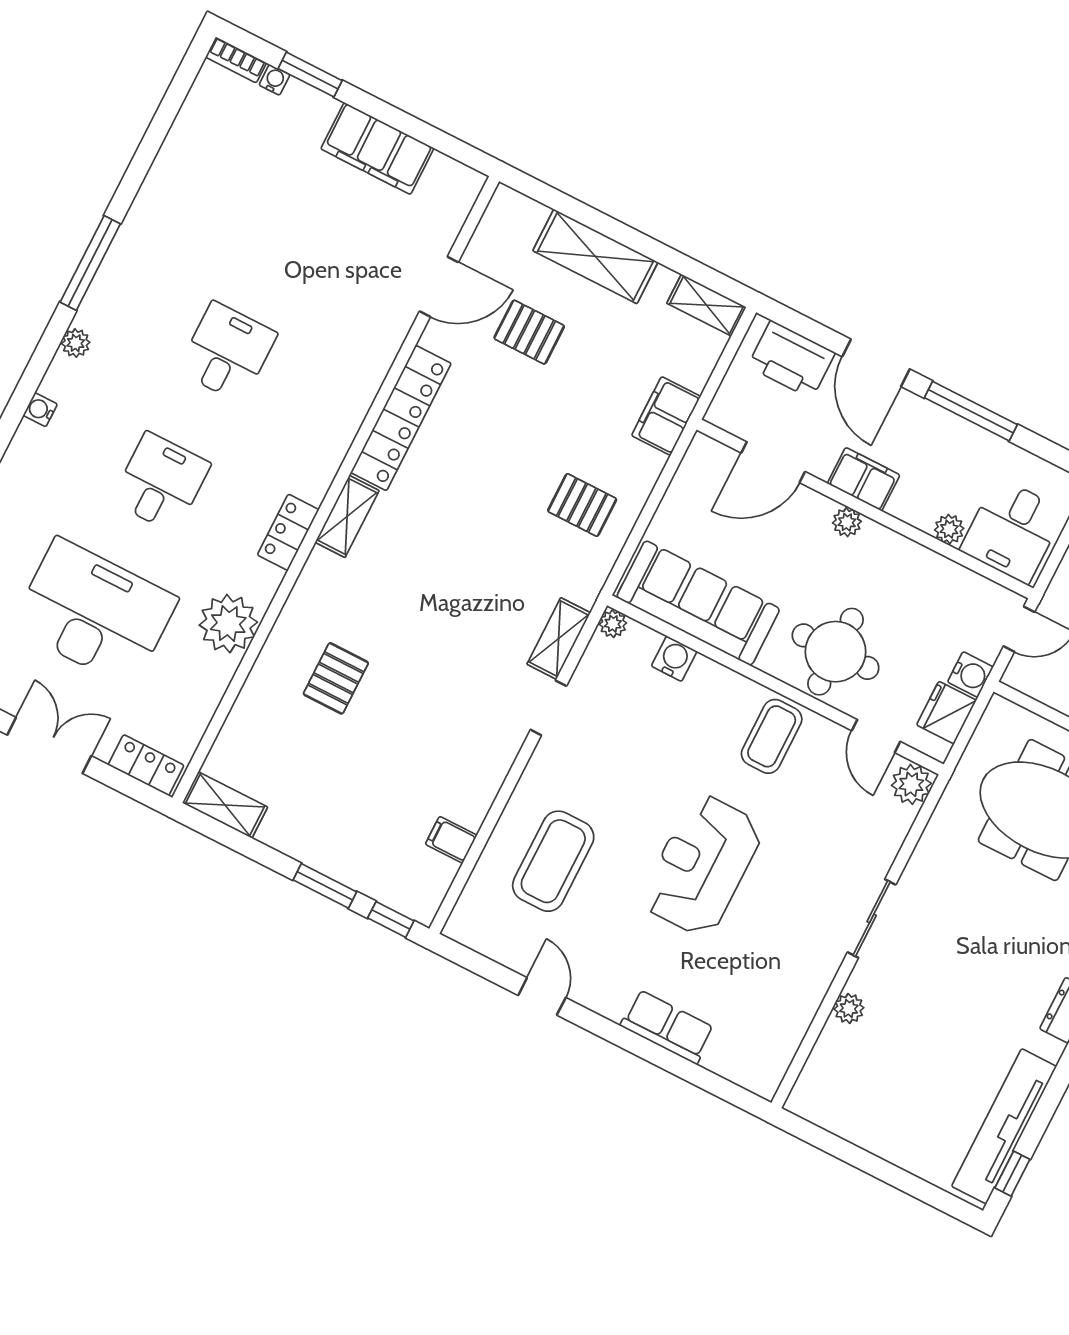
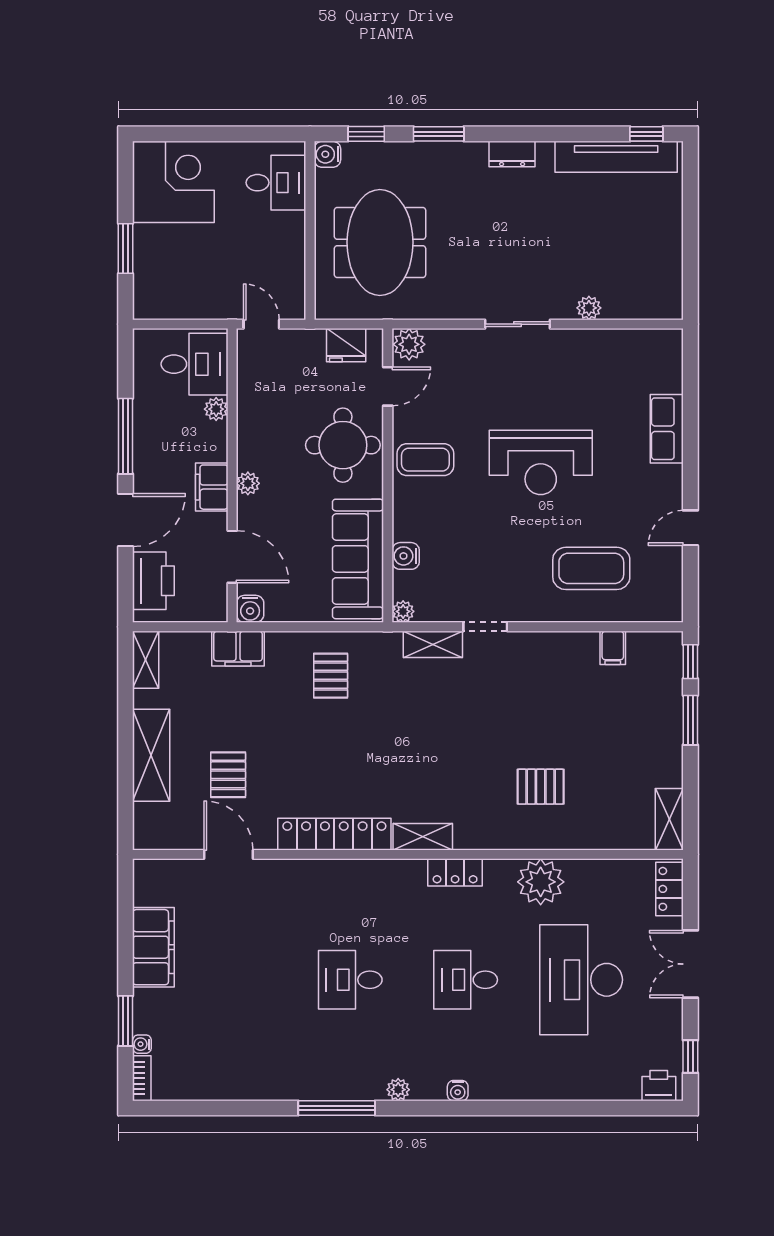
water cooler: (970, 675) -> (250, 609), moved, turned 180

